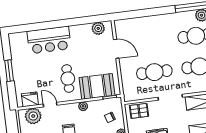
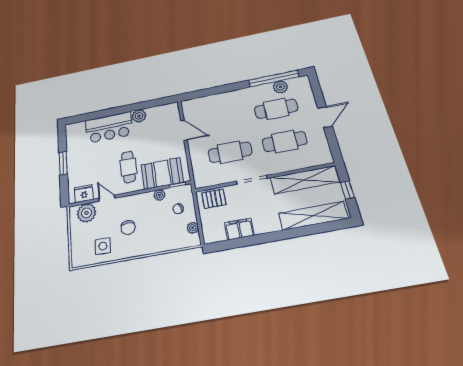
plant: (98, 28) -> (139, 116), moved
plant: (83, 106) -> (159, 195), moved

